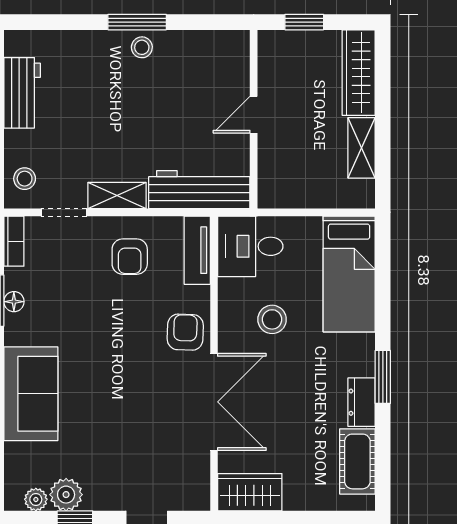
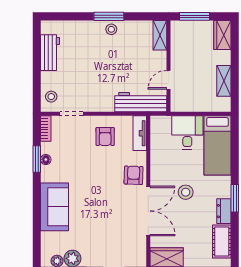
window: (304, 22) -> (195, 16), width x1.50
wardrobe: (359, 73) -> (222, 35), width x0.67
door: (254, 115) -> (169, 80), moved
shelving: (117, 196) -> (160, 35), moved, turned 90
desk: (250, 246) -> (187, 132), moved, turned 90
stool: (272, 319) -> (186, 192), moved

